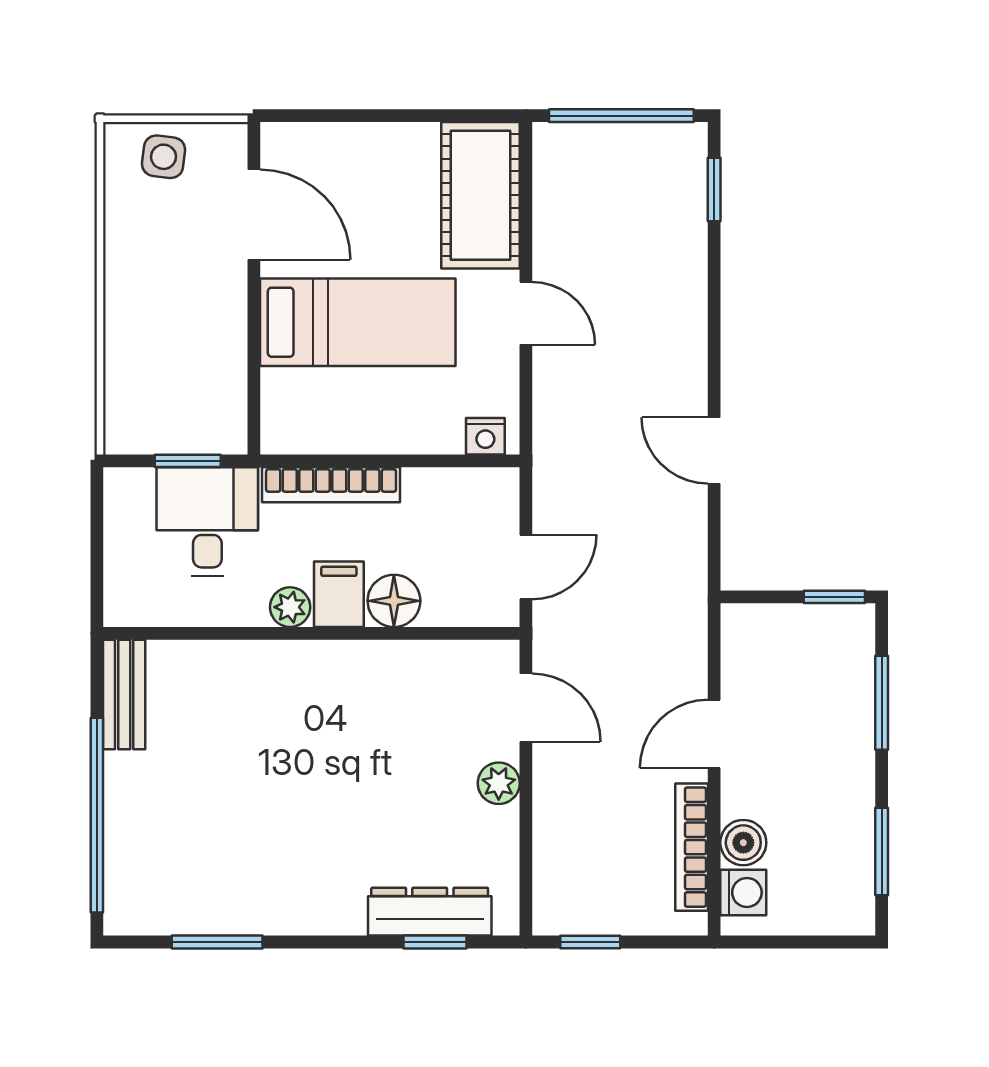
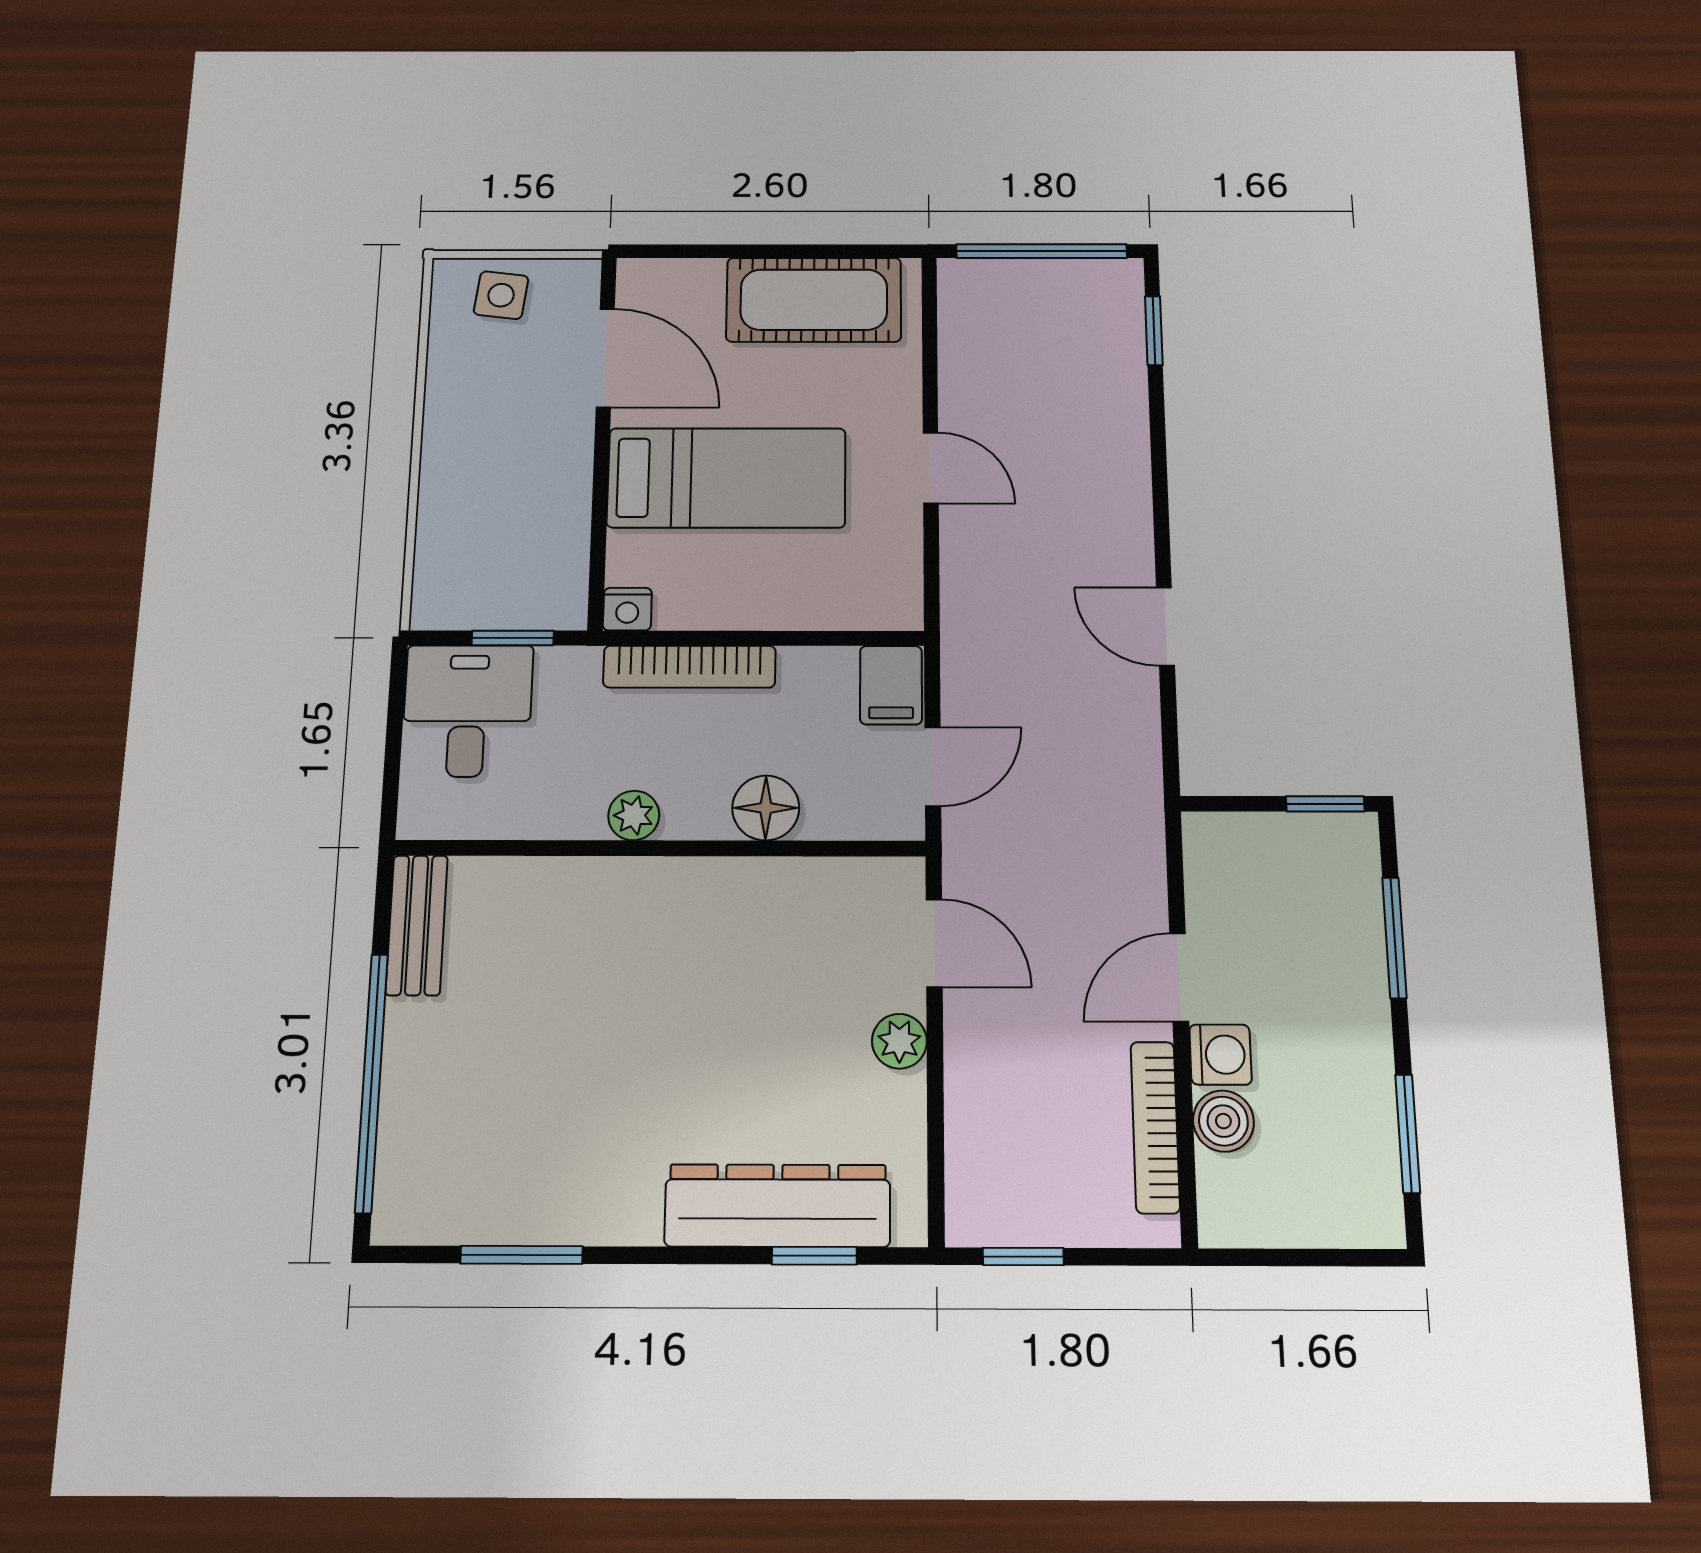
cot: (481, 195) -> (814, 300), moved, turned 90
nightstand: (485, 436) -> (627, 609), moved
desk: (207, 522) -> (467, 711), moved
filing cabinet: (339, 594) -> (891, 685), moved, turned 180
washing machine: (743, 892) -> (1220, 1055), moved
dresser: (430, 912) -> (778, 1206), width x1.37, depth x1.24

